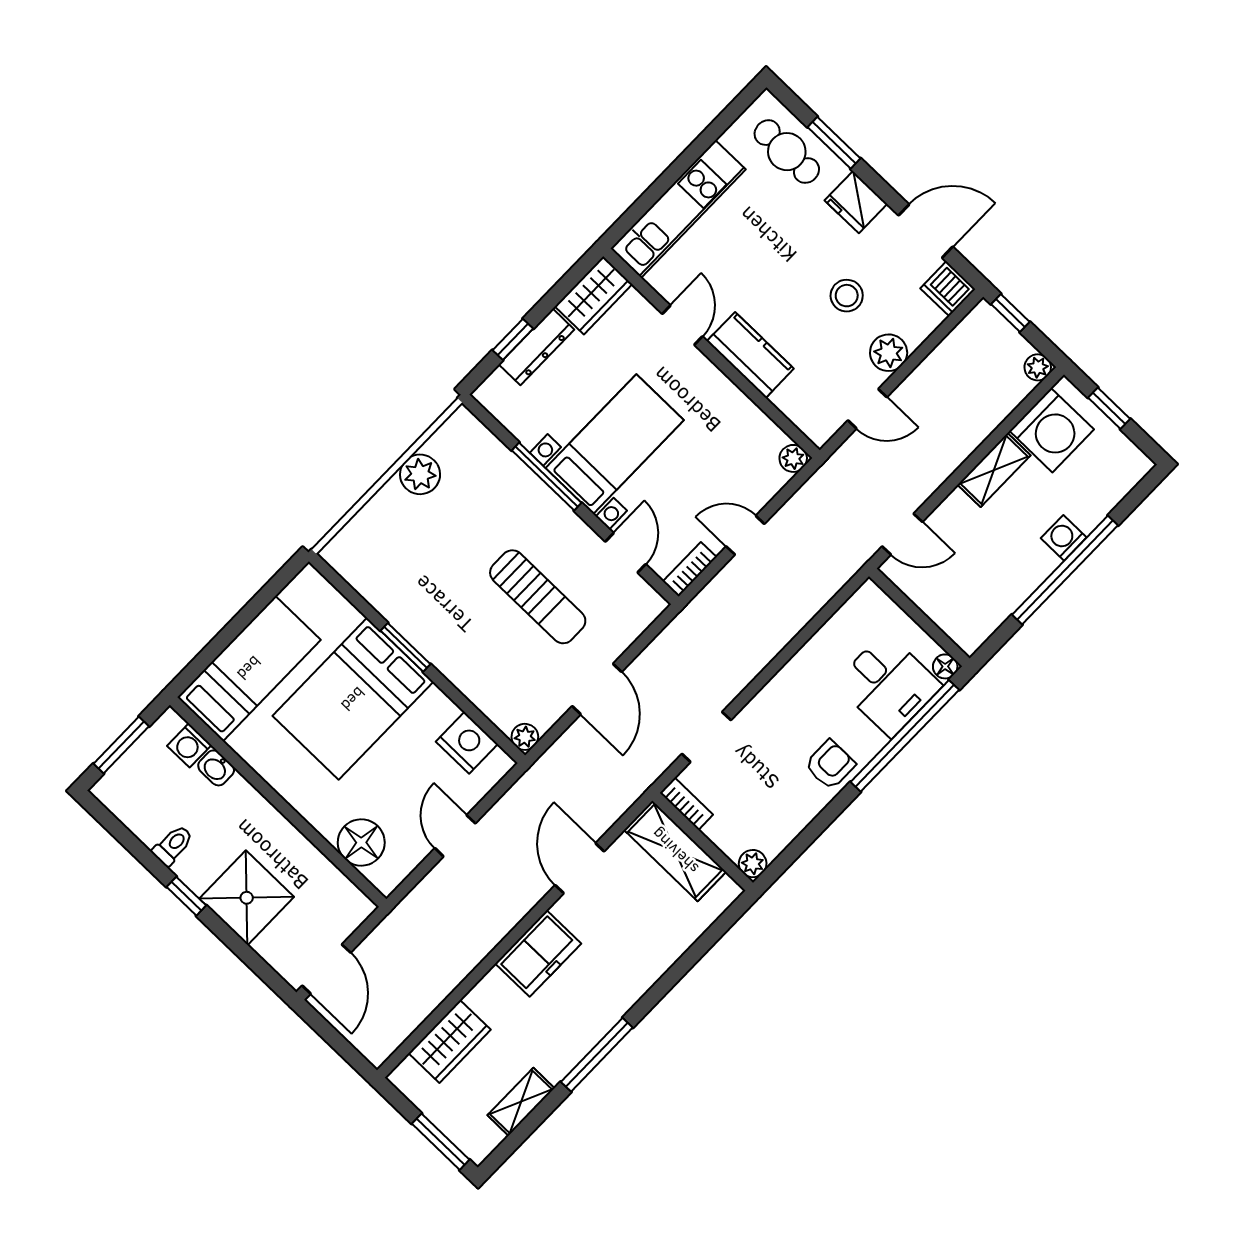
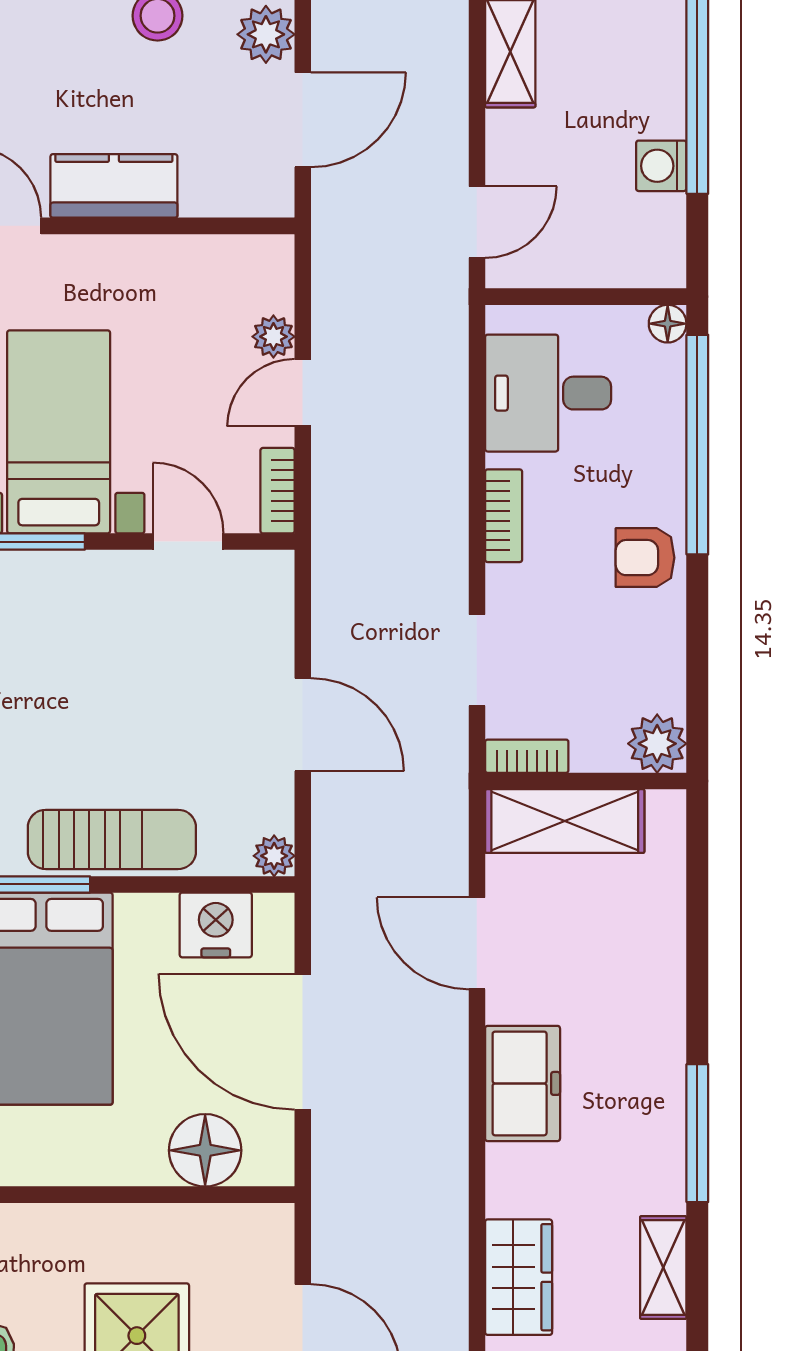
door: (867, 409) -> (303, 120), width x1.38
plant: (793, 458) -> (273, 337), moved
washing machine: (1064, 538) -> (661, 166), moved
sun lounger: (538, 597) -> (112, 839), moved
bookcase: (783, 682) -> (504, 516), added
desk: (888, 684) -> (548, 393), moved, turned 180
armchair: (830, 765) -> (645, 558), turned -90
door: (455, 836) -> (303, 1042), width x1.88
plant: (753, 864) -> (657, 744), width x1.38, depth x1.38

